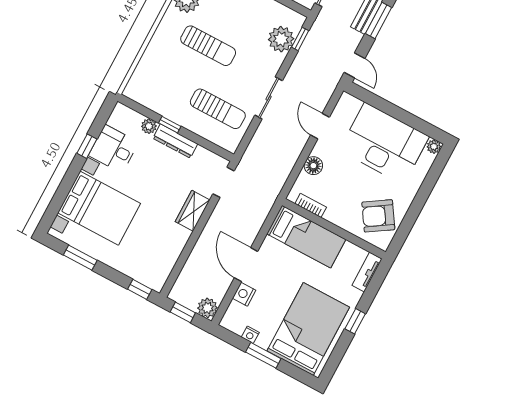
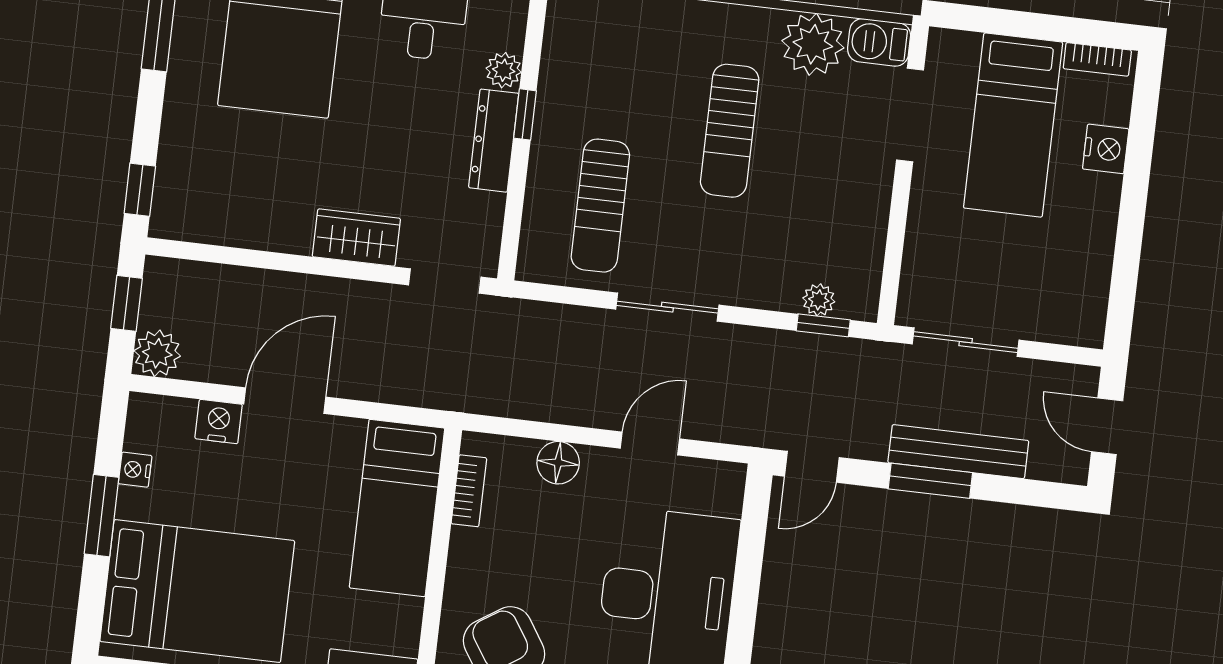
plant: (281, 39) -> (819, 300), width x0.53, depth x0.53

